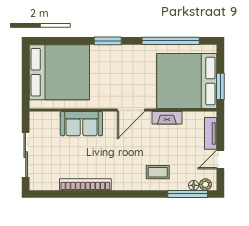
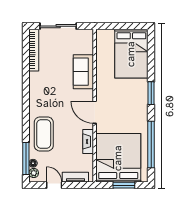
bed: (59, 72) -> (131, 54), width x0.73
window: (220, 86) -> (124, 185), moved
coffee table: (158, 172) -> (44, 134), width x1.86, depth x1.72
bookcase: (85, 184) -> (34, 50), moved

